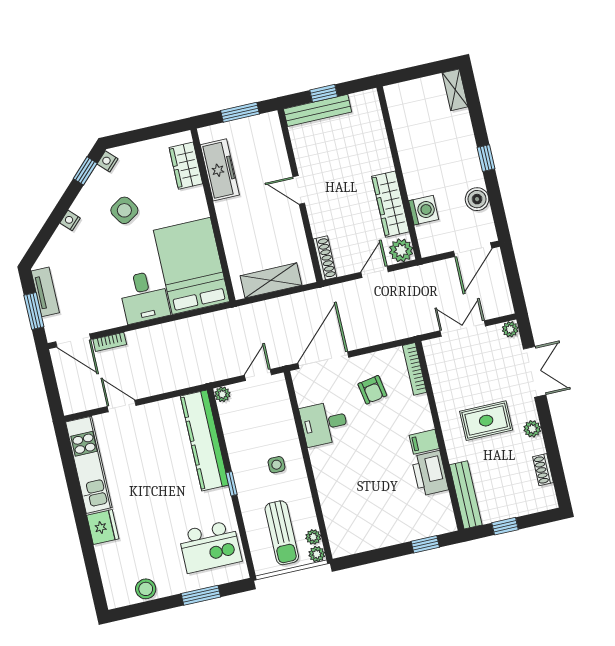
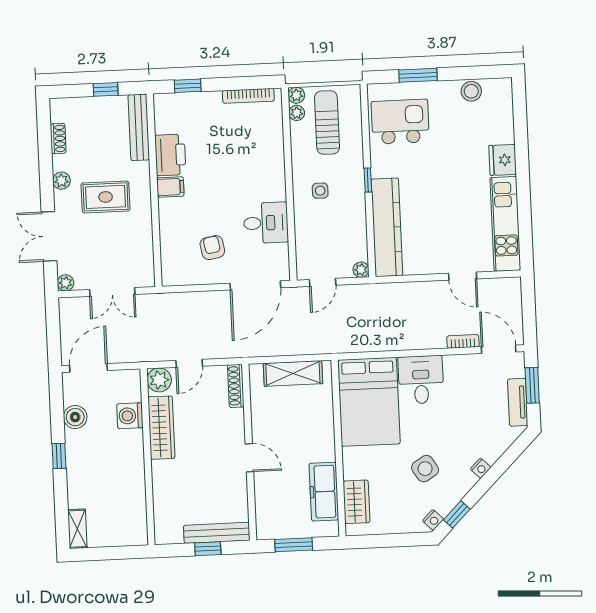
bookcase: (415, 369) -> (248, 96), moved, turned 90

